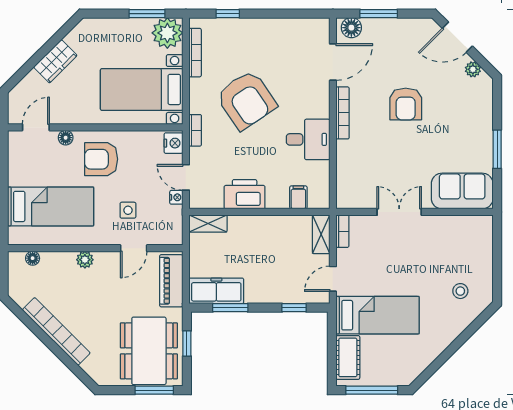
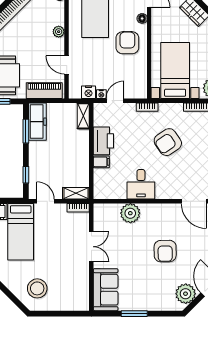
plant: (473, 69) -> (186, 294), width x1.87, depth x1.87
armchair: (246, 100) -> (168, 142), width x0.73, depth x0.73
armchair: (406, 104) -> (165, 251), turned -91
bookcase: (343, 113) -> (159, 208), removed
nightstand: (173, 143) -> (88, 92), moved
plant: (350, 155) -> (130, 213), added
filing cabinet: (298, 197) -> (101, 162), moved
side table: (128, 210) -> (93, 61), removed
stool: (460, 291) -> (37, 288), width x1.89, depth x1.89

